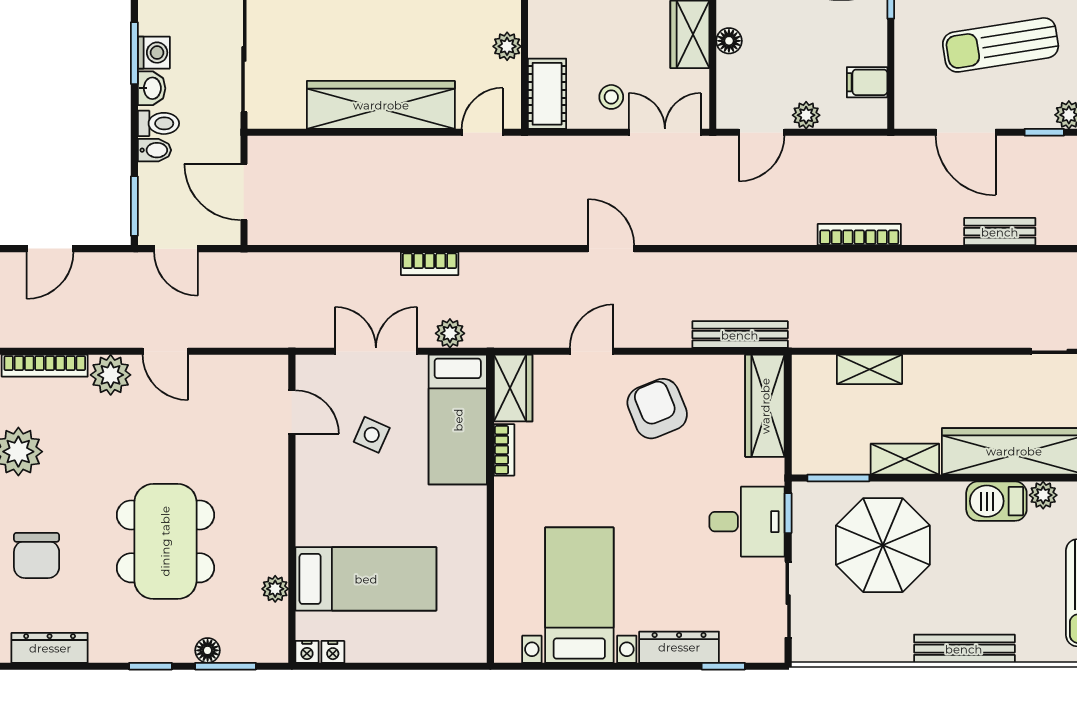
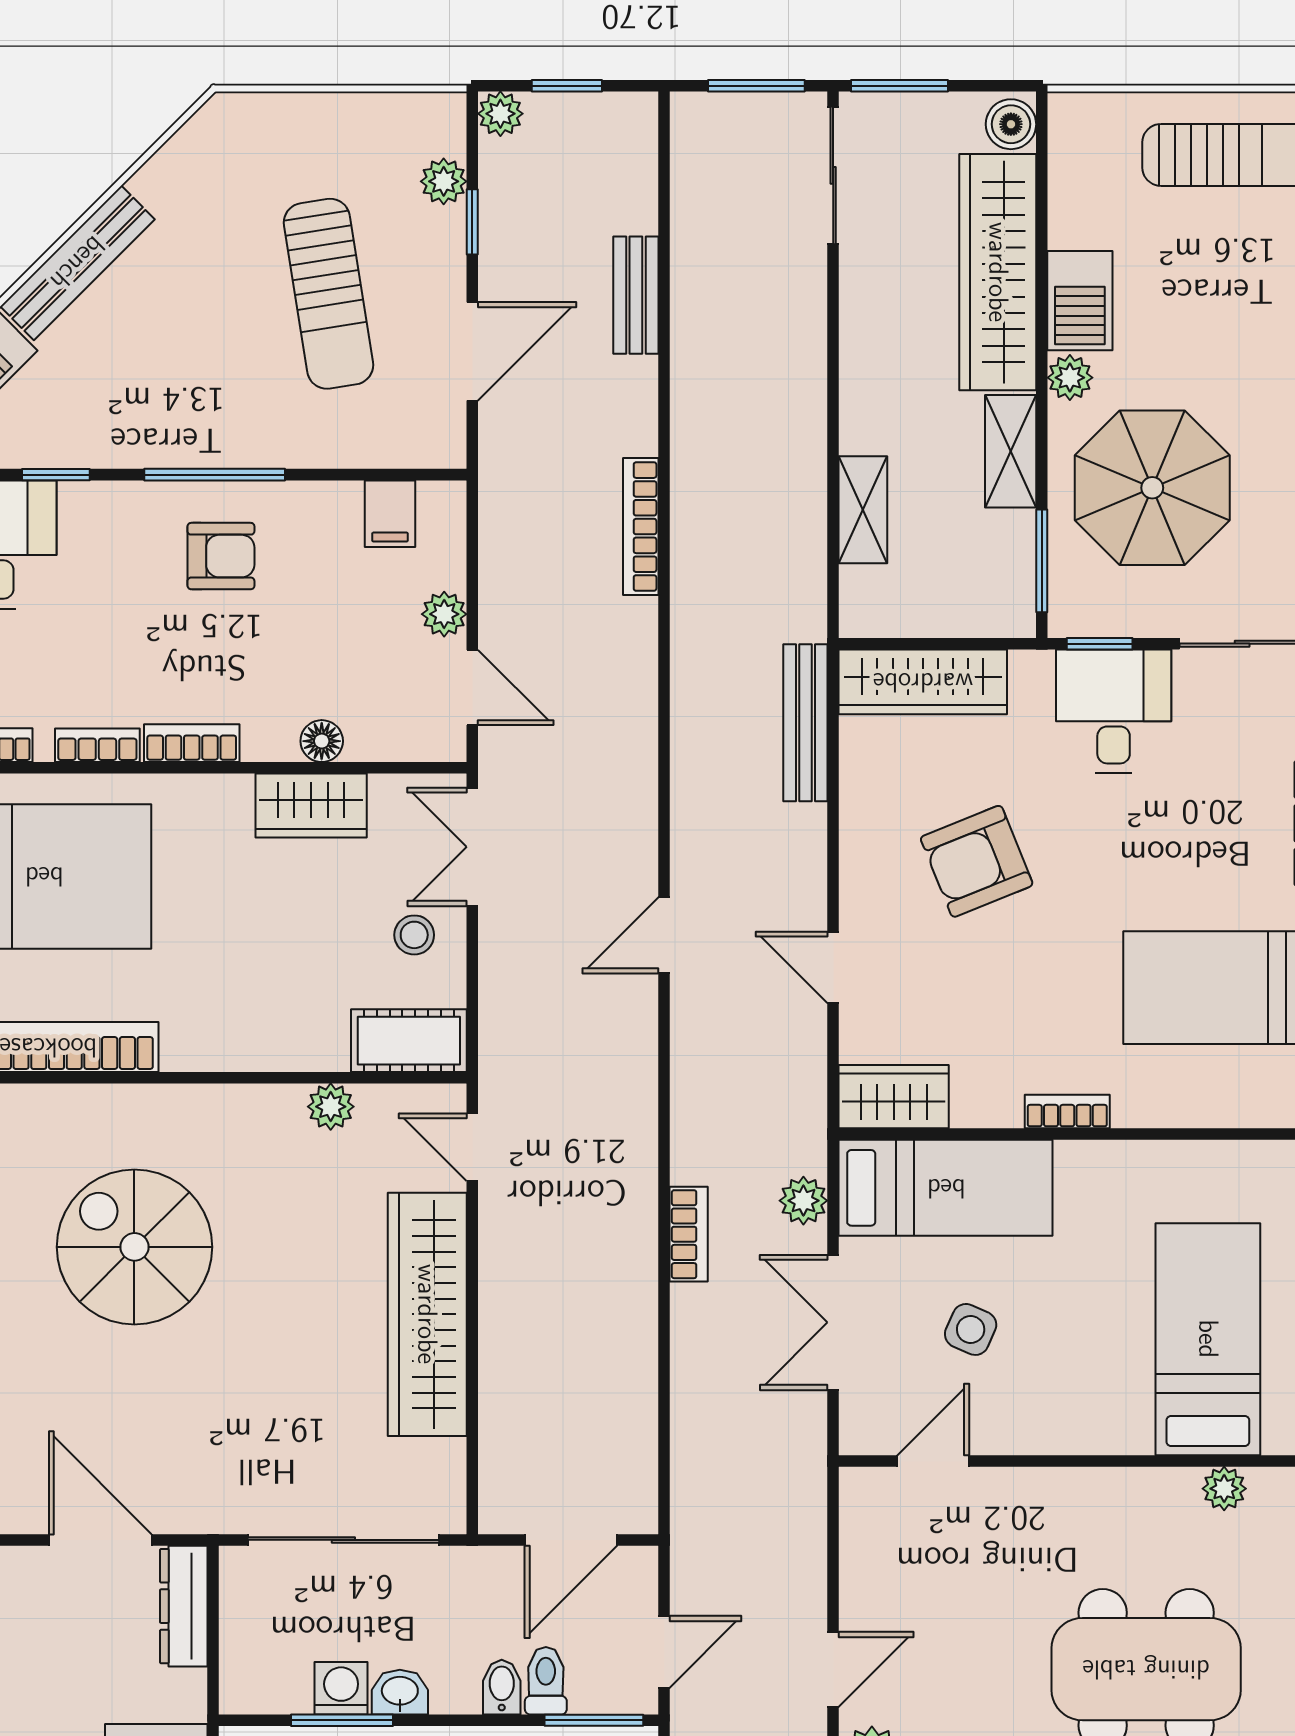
toilet: (158, 123) -> (546, 1681), moved
armchair: (657, 409) -> (977, 861), moved
bookcase: (504, 450) -> (1067, 1112), moved
plant: (1043, 495) -> (1070, 378), moved

